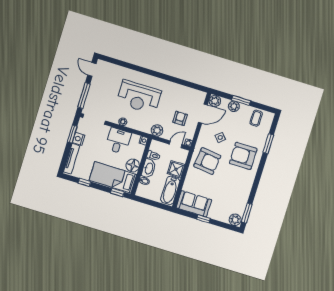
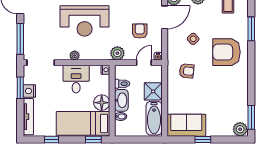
armchair: (207, 161) -> (187, 71), width x0.53, depth x0.53

